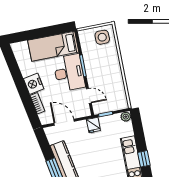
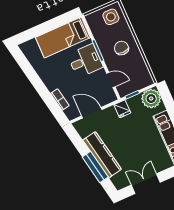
chair: (105, 68) -> (121, 48), added
desk: (69, 73) -> (85, 61), width x0.73
nightstand: (34, 84) -> (51, 80), removed
plant: (126, 117) -> (151, 99), width x1.88, depth x1.88

